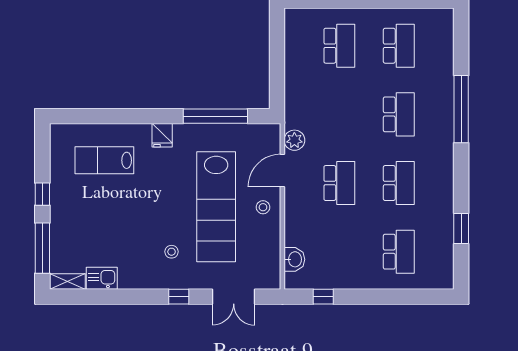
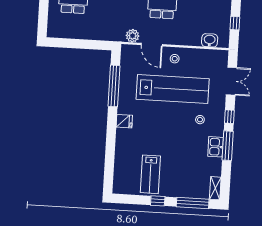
lab bench: (104, 160) -> (150, 174), moved
kitchen sink: (102, 278) -> (216, 147), moved
window: (134, 297) -> (228, 146), added

